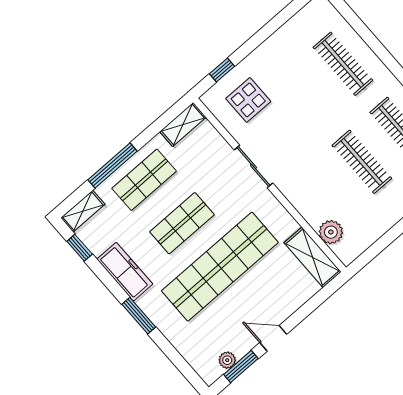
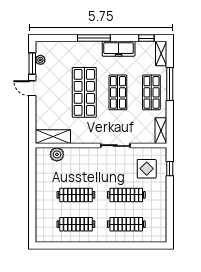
clothes rail: (305, 97) -> (126, 195), added
shop shelf: (220, 267) -> (84, 92), width x0.71
window: (139, 316) -> (94, 38), width x1.44
door: (273, 338) -> (32, 88), swing flipped

